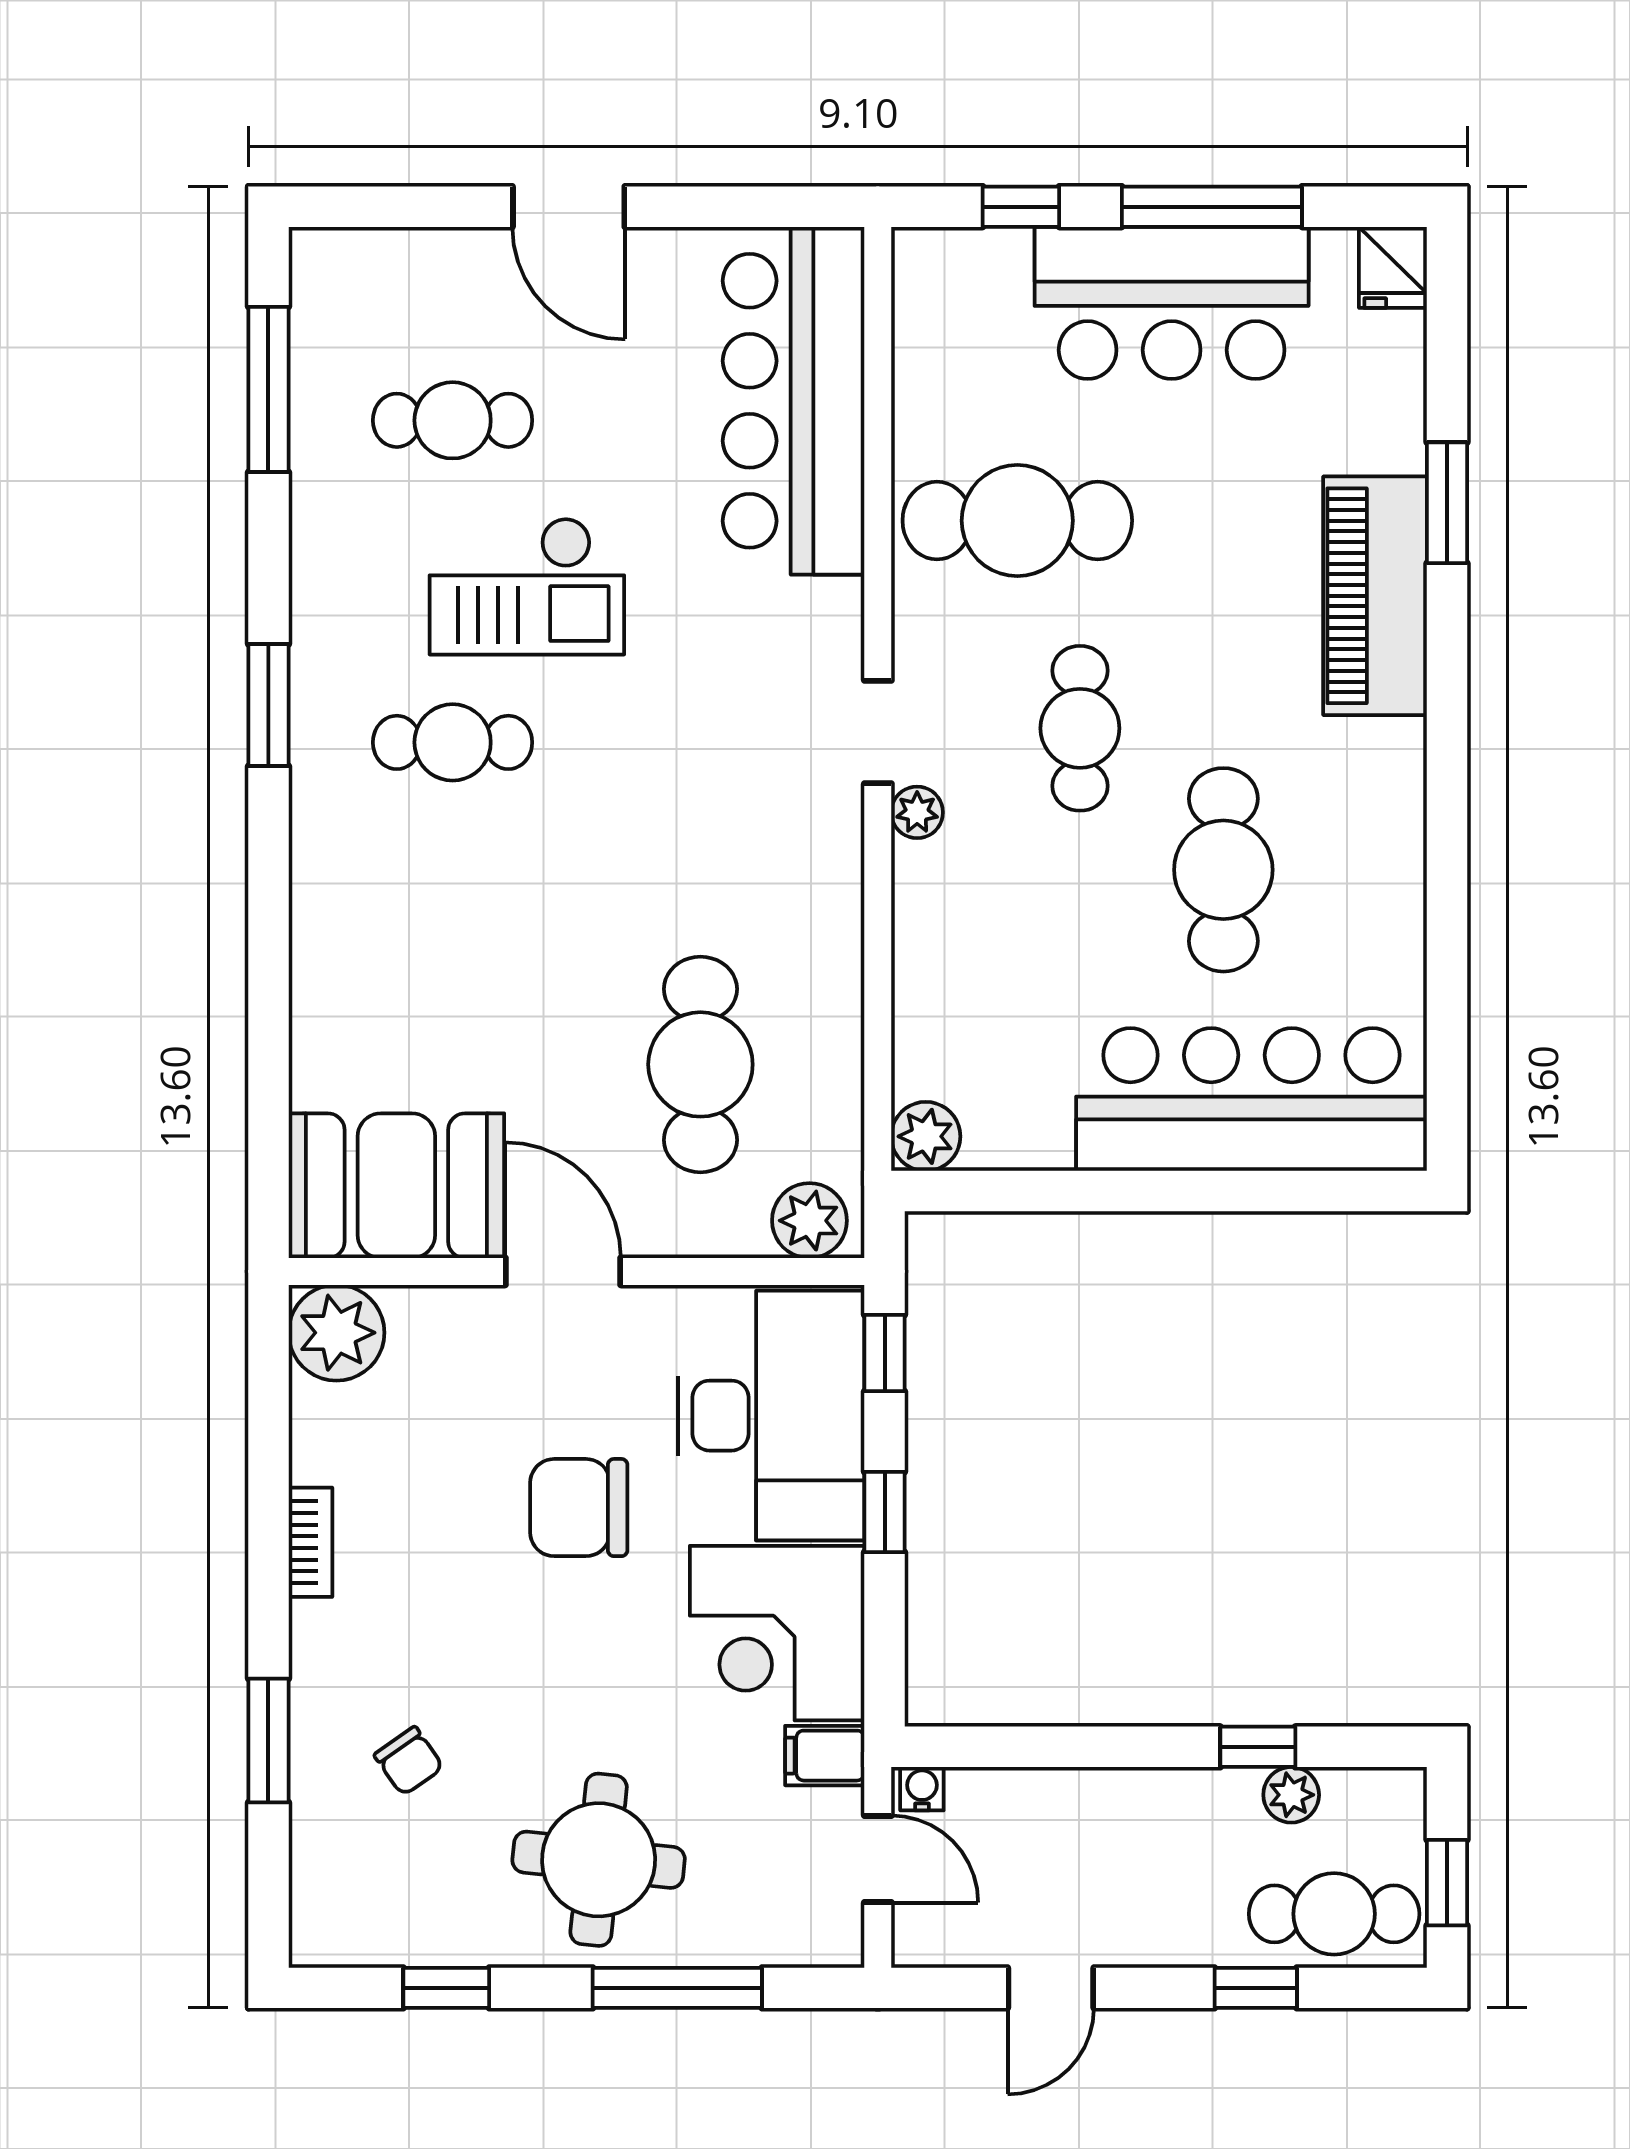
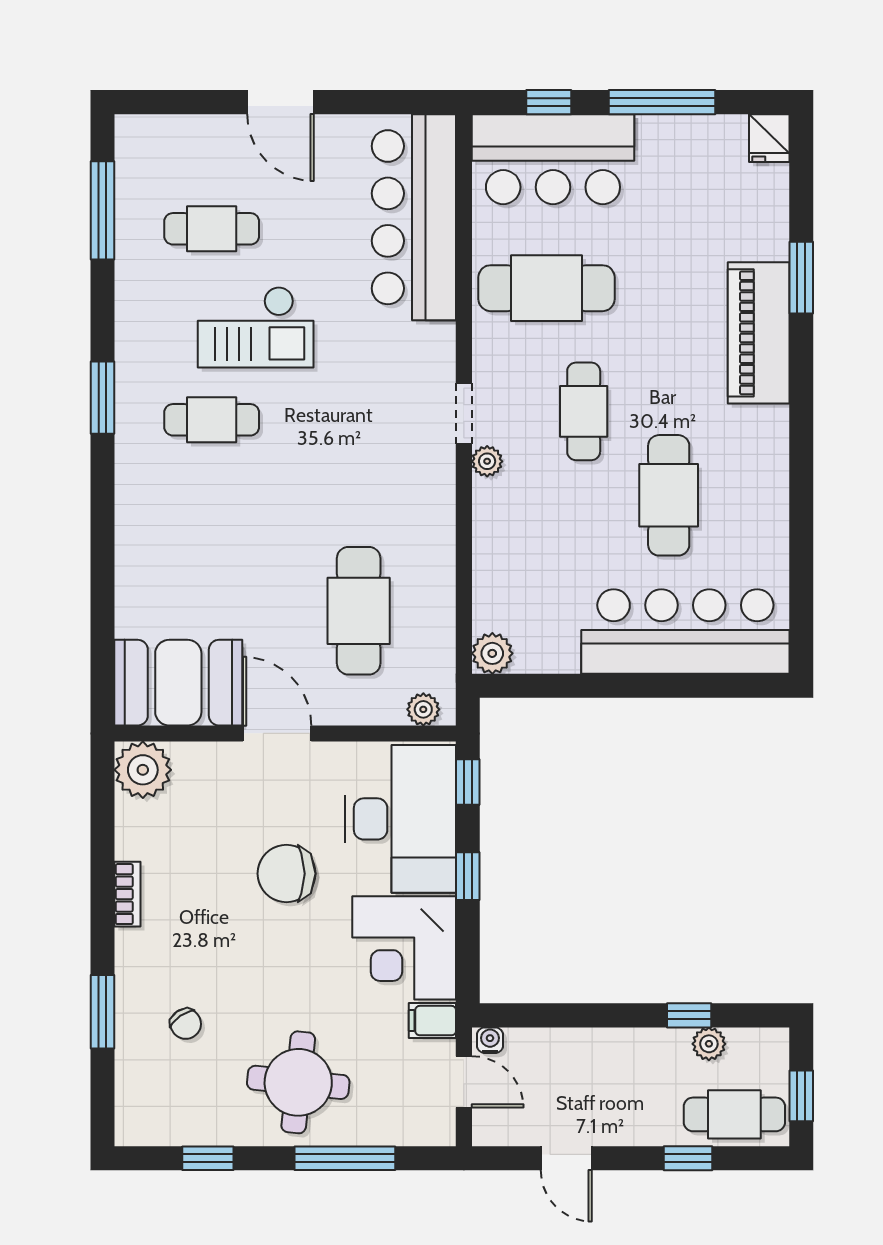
bar counter: (1172, 303) -> (553, 159), moved
plant: (809, 1221) -> (423, 709), width x0.73, depth x0.73
door: (1051, 1988) -> (566, 1158), hinge flipped

